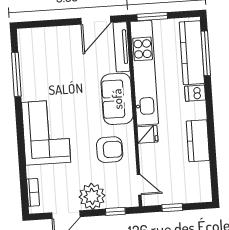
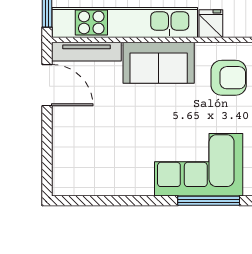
window: (16, 74) -> (209, 201), moved
armchair: (110, 150) -> (229, 78), turned 90

